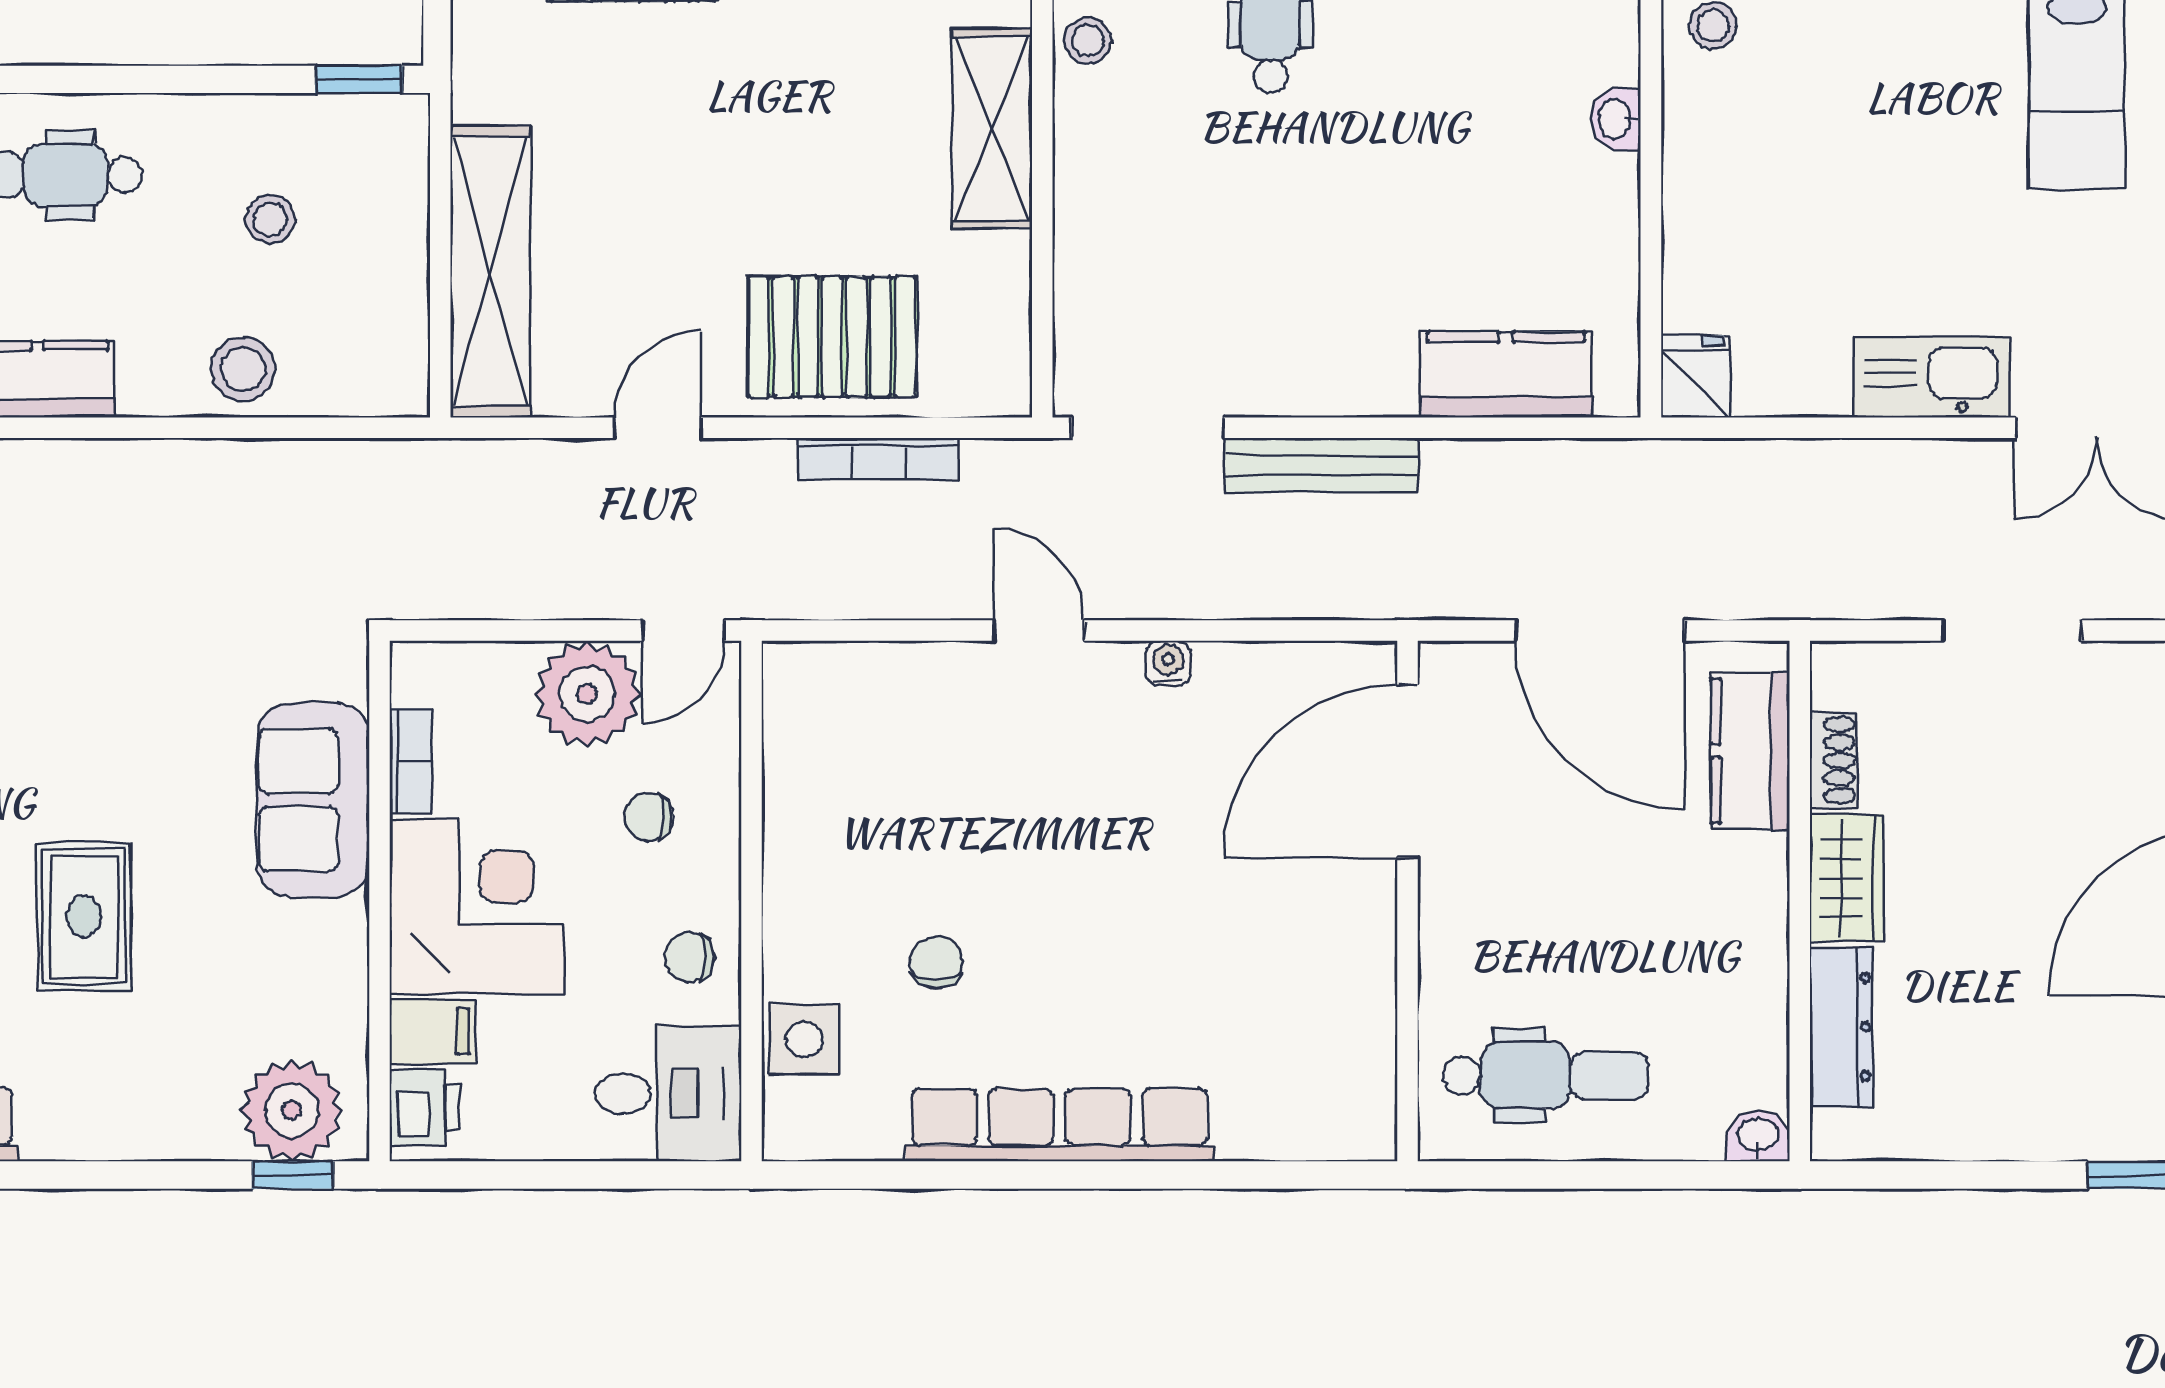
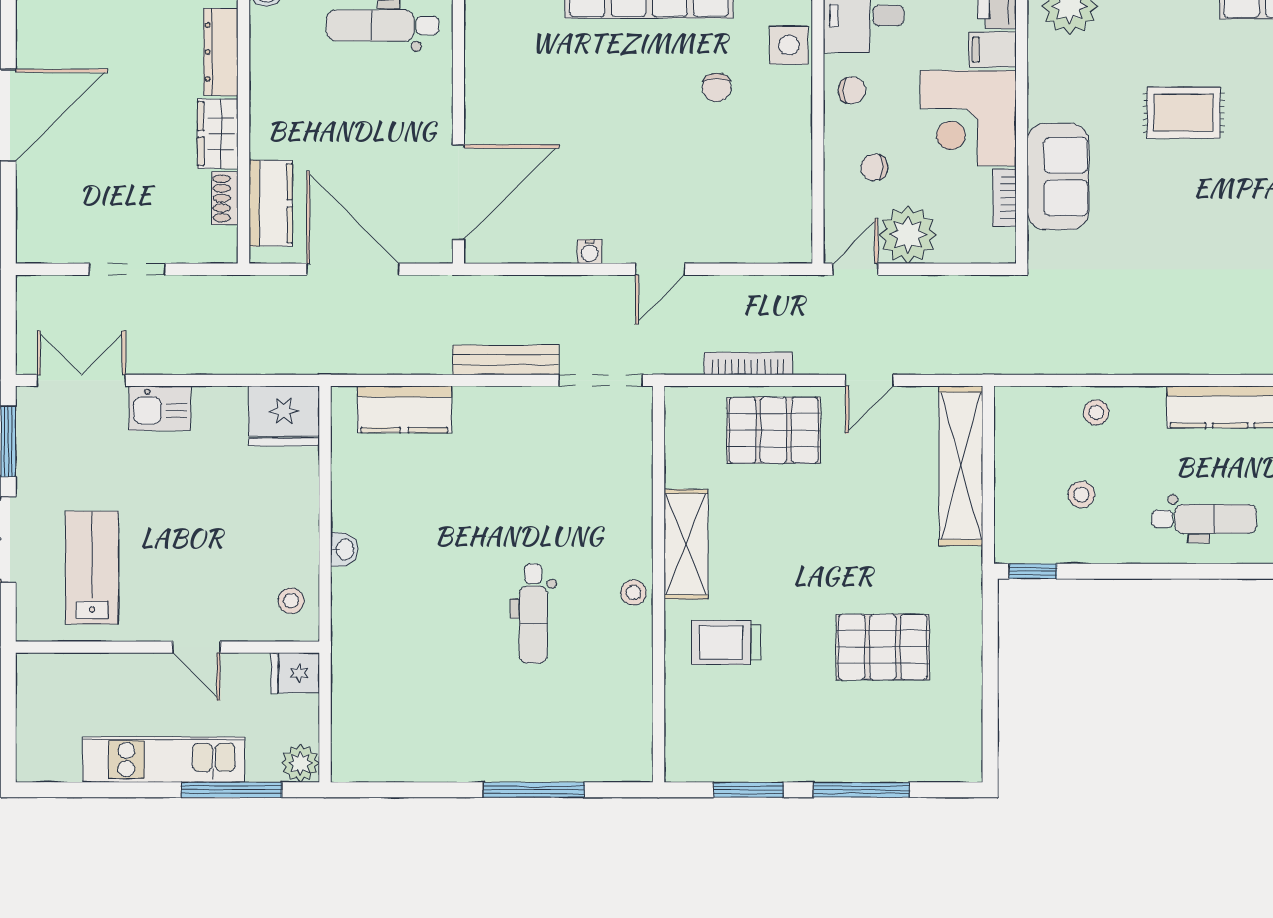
stool: (243, 369) -> (1096, 412), width x0.73, depth x0.73
fridge: (1695, 377) -> (284, 416), width x1.88, depth x1.34
kitchen sink: (1931, 377) -> (160, 408), width x0.73
door: (1039, 631) -> (660, 269), hinge flipped
chair: (648, 817) -> (874, 167), turned 180
rug: (84, 916) -> (1184, 113), turned 90

